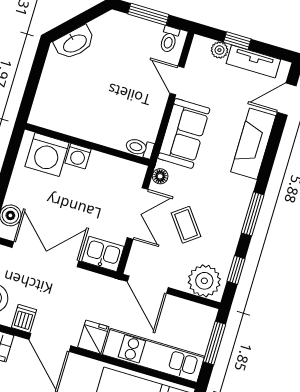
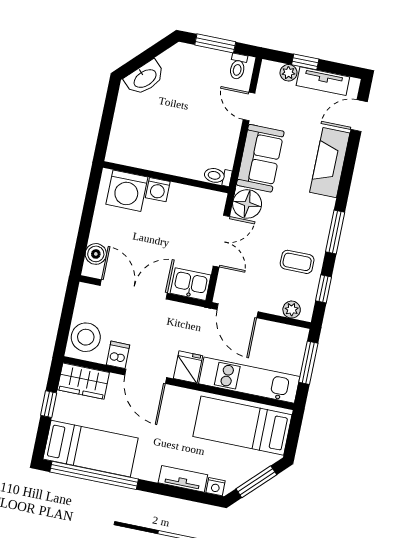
floor lamp: (160, 176) -> (247, 204), width x1.89, depth x1.89
coffee table: (186, 225) -> (297, 262), moved, turned -53
plant: (204, 281) -> (292, 310), width x0.53, depth x0.53

